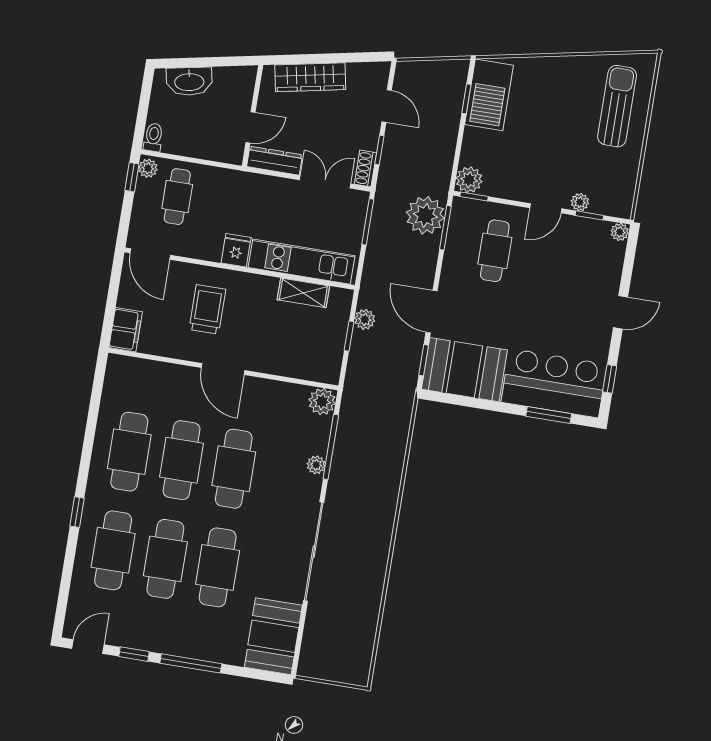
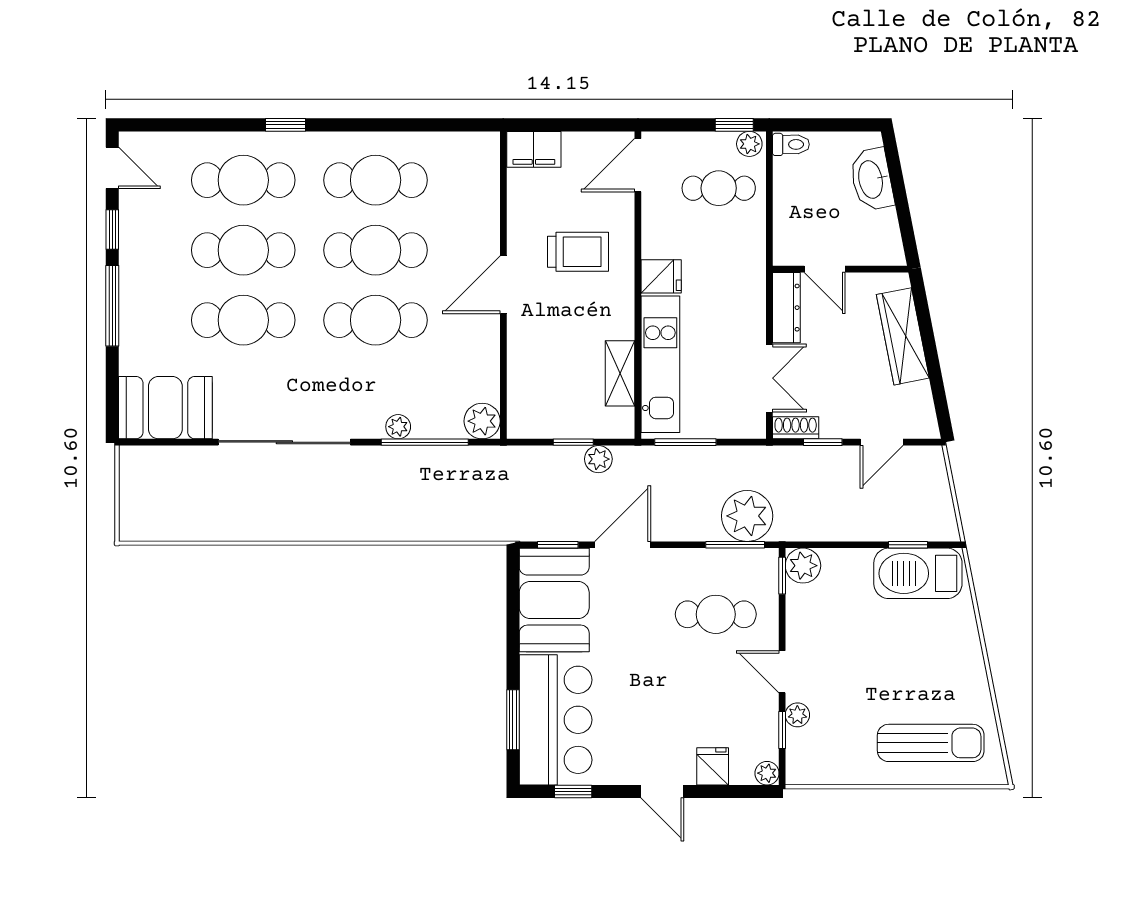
window: (368, 222) -> (685, 442), moved
fridge: (608, 272) -> (713, 766), added

